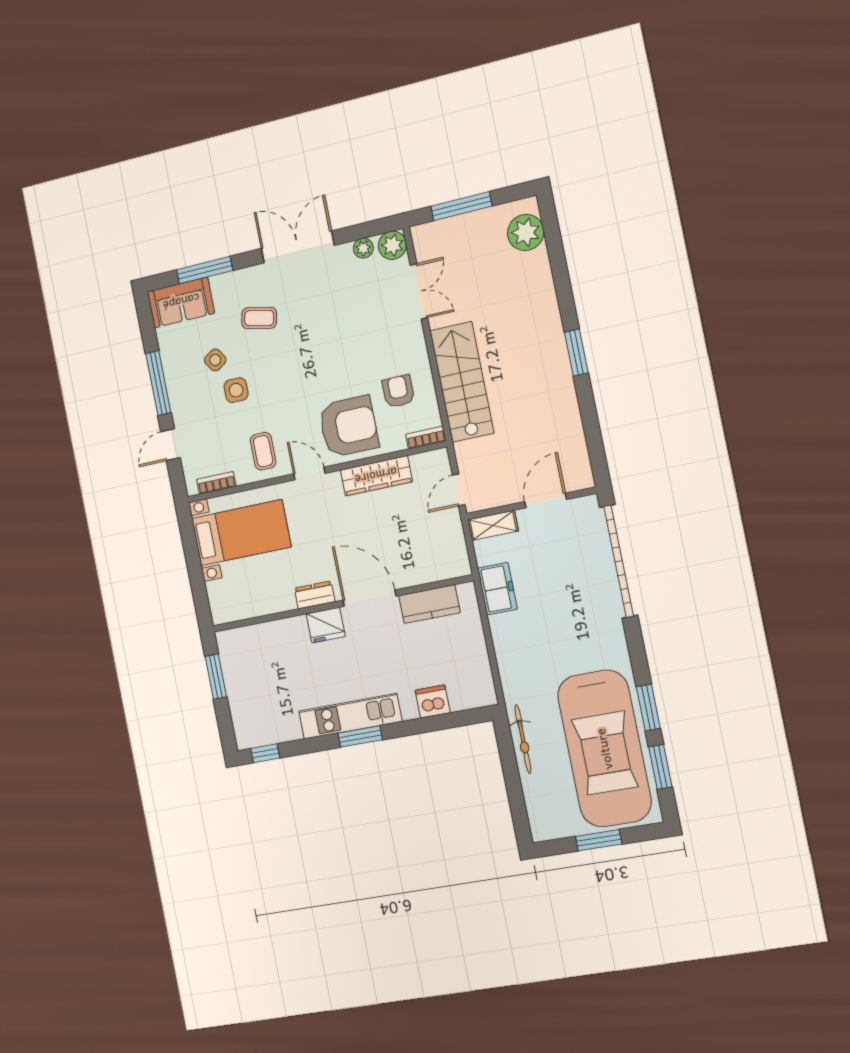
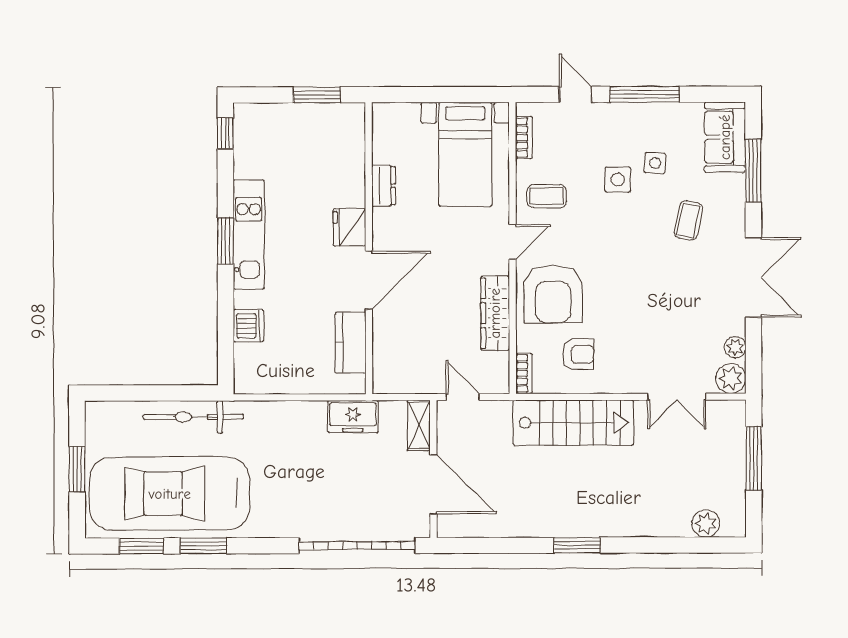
plant: (526, 232) -> (706, 524), width x0.73, depth x0.73
side table: (215, 360) -> (655, 163), turned 37
door: (546, 501) -> (433, 484), width x1.36
dresser: (315, 595) -> (383, 186), moved
bicycle: (523, 739) -> (193, 417), width x1.37, depth x1.40

